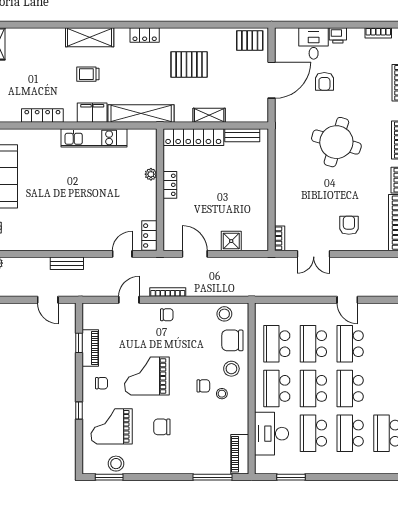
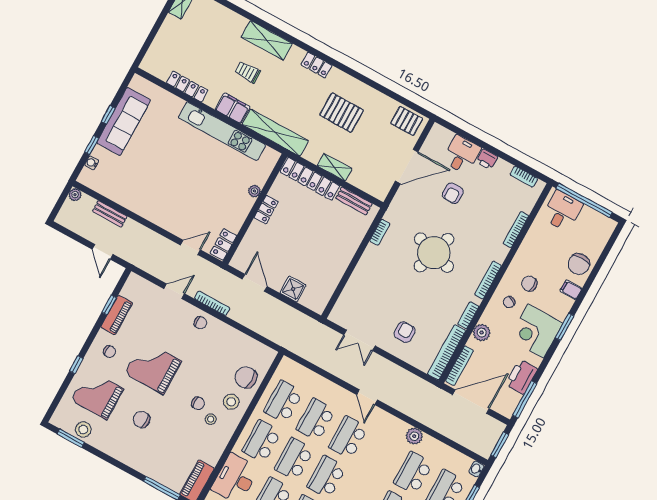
kitchen unit: (94, 138) -> (222, 131), width x1.36
bookcase: (280, 238) -> (380, 232), moved
bench: (67, 263) -> (110, 214), moved
stool: (224, 314) -> (252, 350), removed

